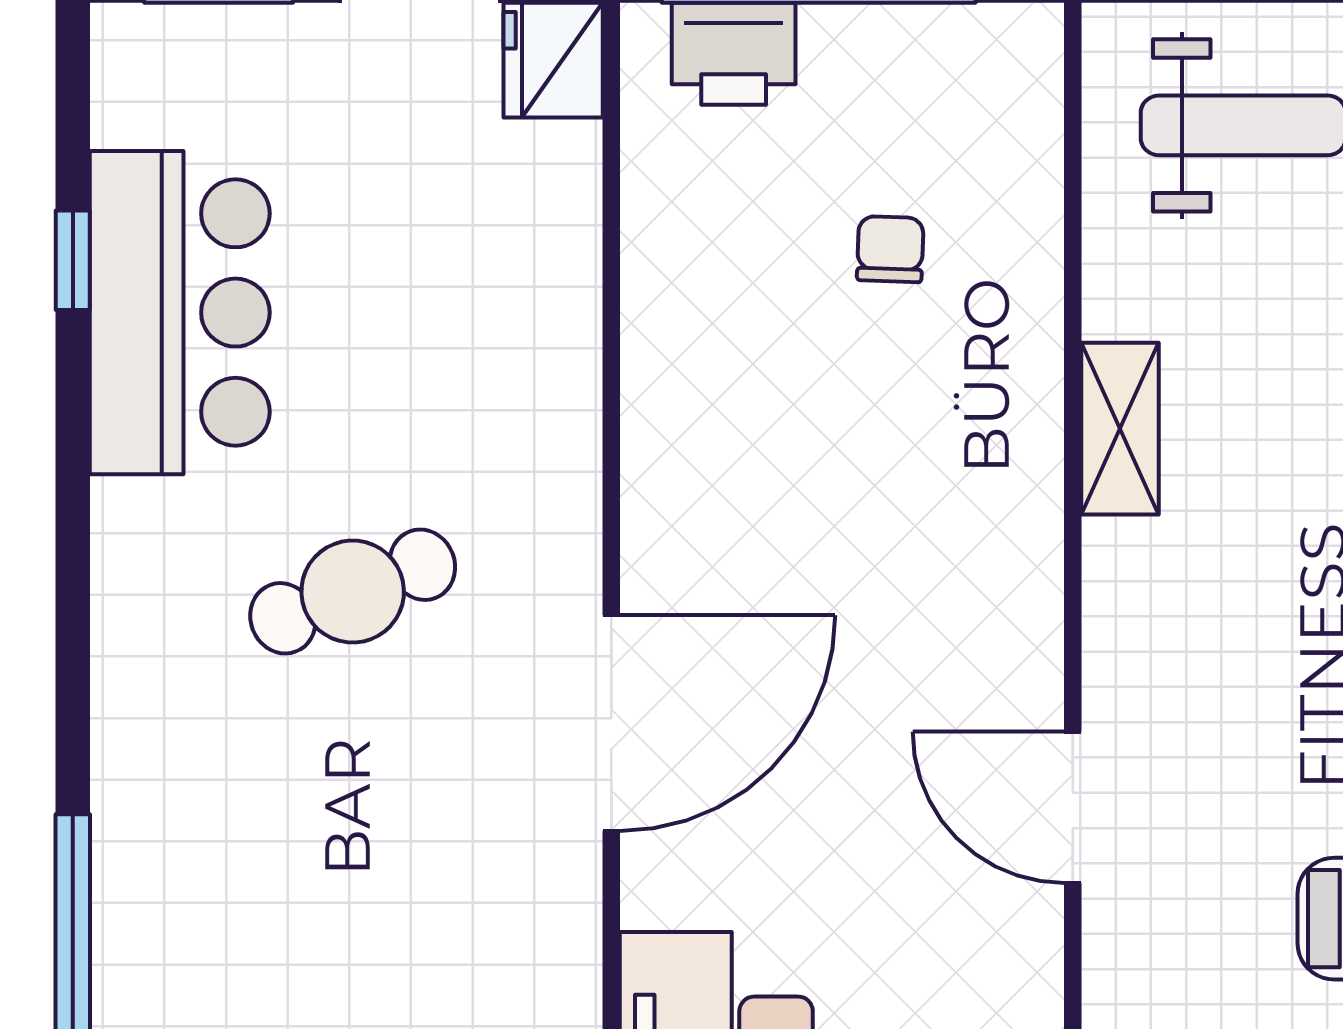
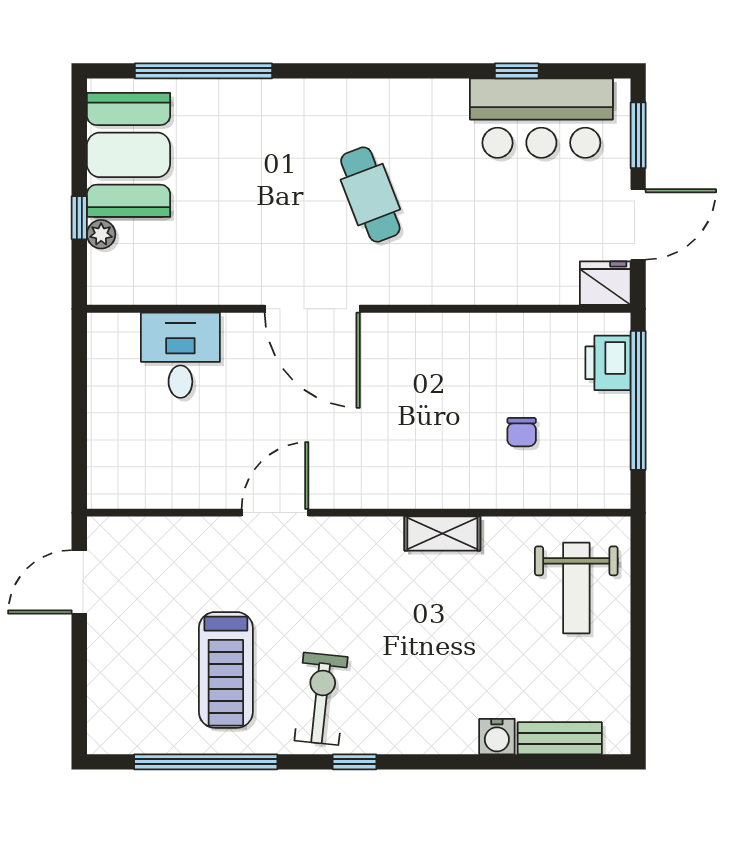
chair: (890, 249) -> (522, 432), turned 88
bar counter: (180, 313) -> (541, 118), moved

